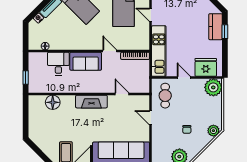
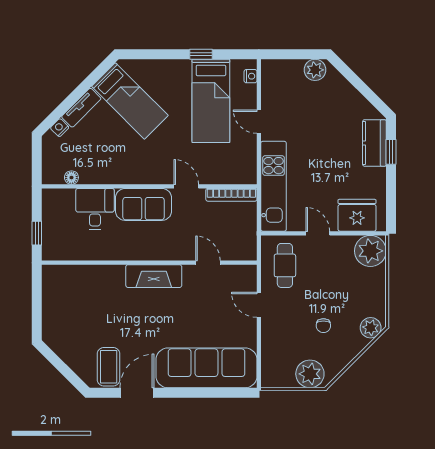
floor lamp: (53, 102) -> (85, 277), removed

